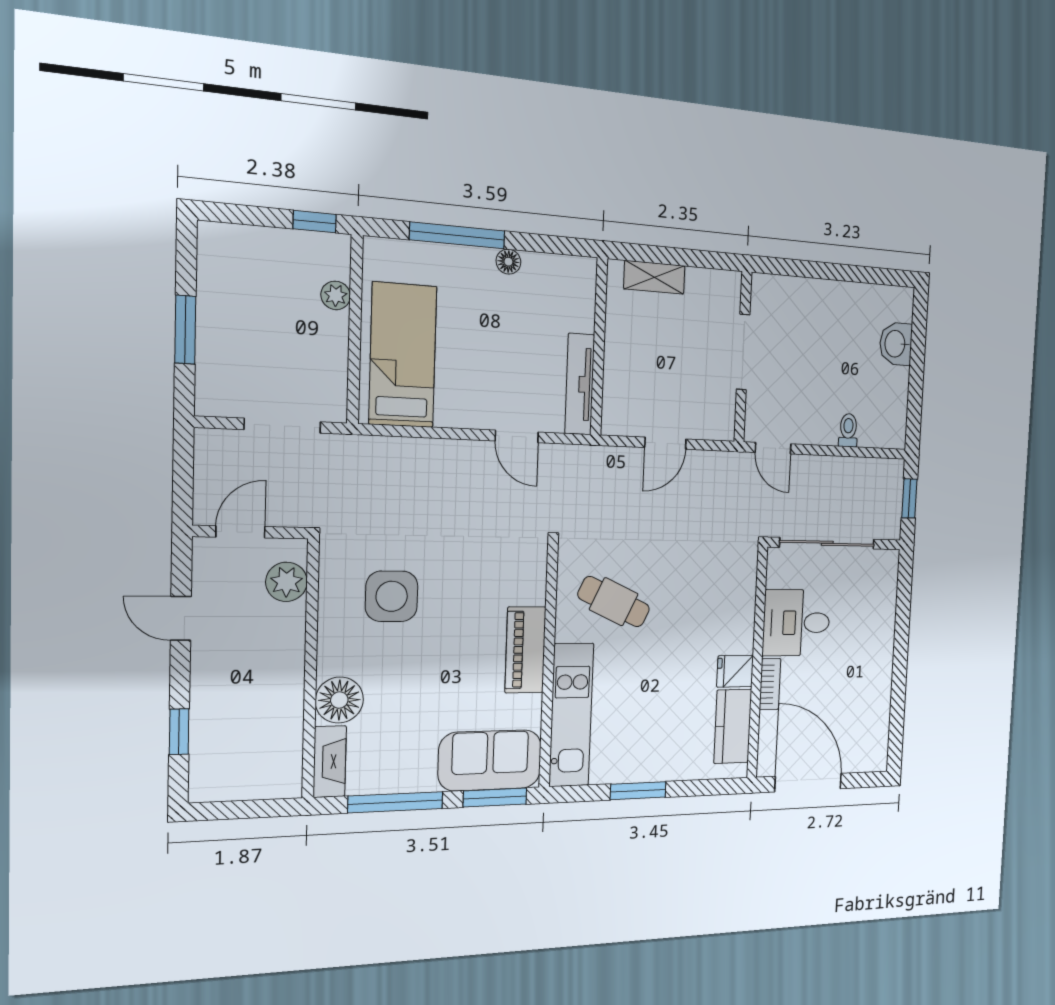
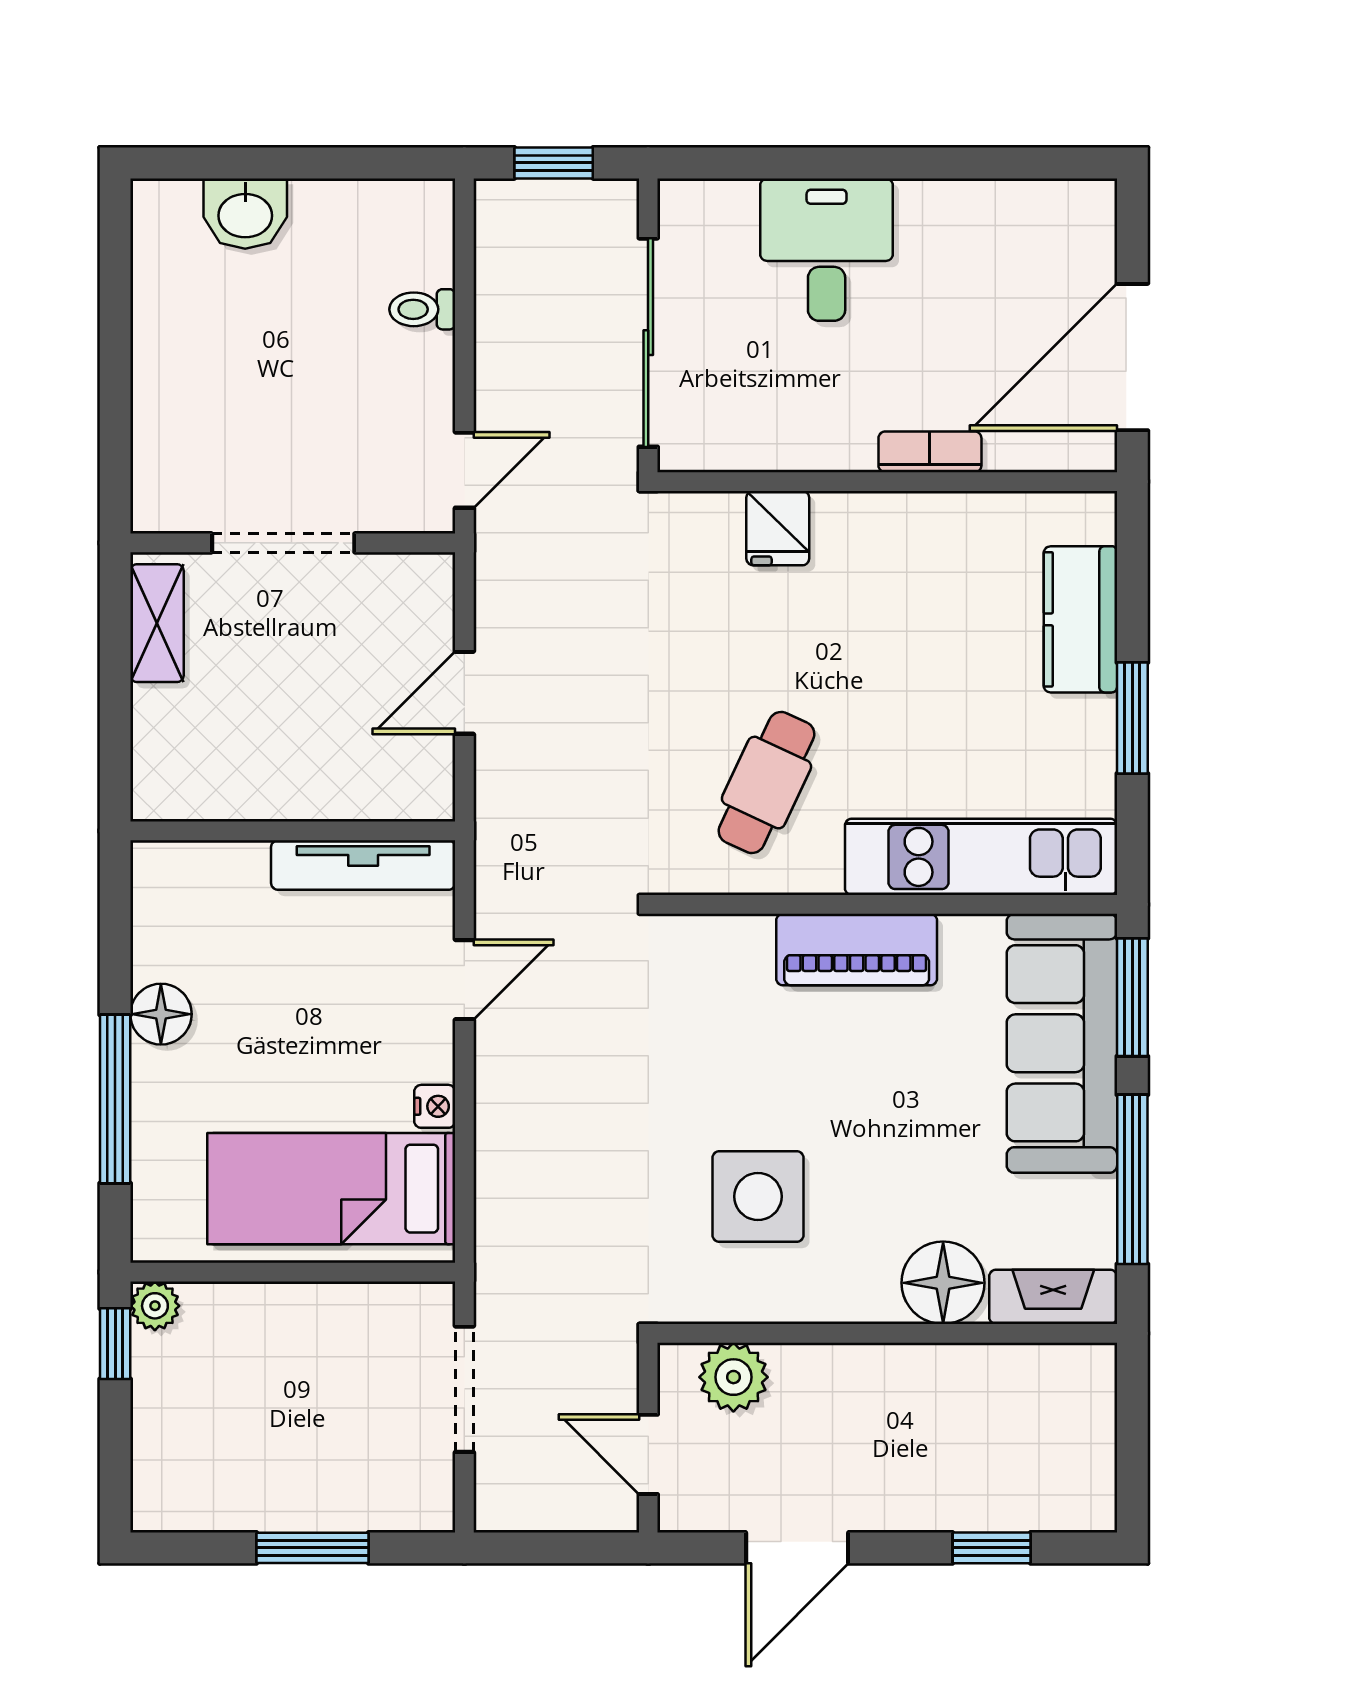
floor lamp: (508, 262) -> (161, 1014), width x1.37, depth x1.37
shelving: (654, 277) -> (157, 623), moved
plant: (336, 295) -> (155, 1306), moved
nightstand: (448, 417) -> (435, 1106), added
door: (665, 443) -> (464, 693), swing flipped
door: (181, 618) -> (797, 1548), width x1.38
desk: (796, 623) -> (827, 250), moved, turned 180
fridge: (735, 671) -> (778, 528), moved
kitchen counter: (733, 726) -> (1080, 619), moved, turned 90
sofa: (490, 760) -> (1062, 1043), width x1.36

